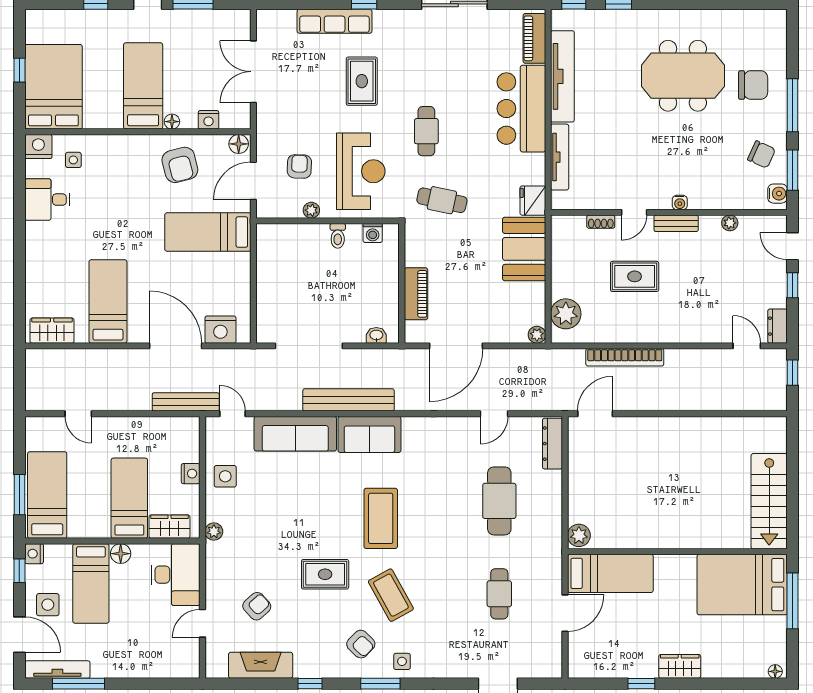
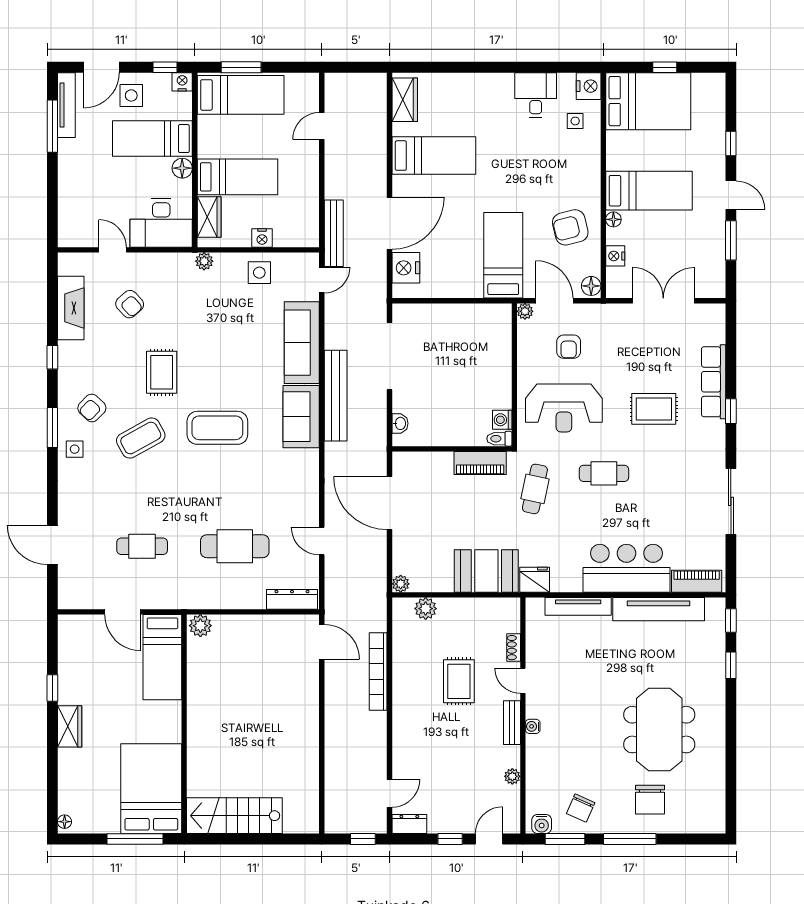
armchair: (299, 166) -> (569, 347), turned 88
plant: (311, 210) -> (525, 311), moved
toilet: (338, 236) -> (499, 439), moved
piano: (416, 294) -> (480, 463), moved
plant: (566, 314) -> (426, 609), width x0.73, depth x0.73

